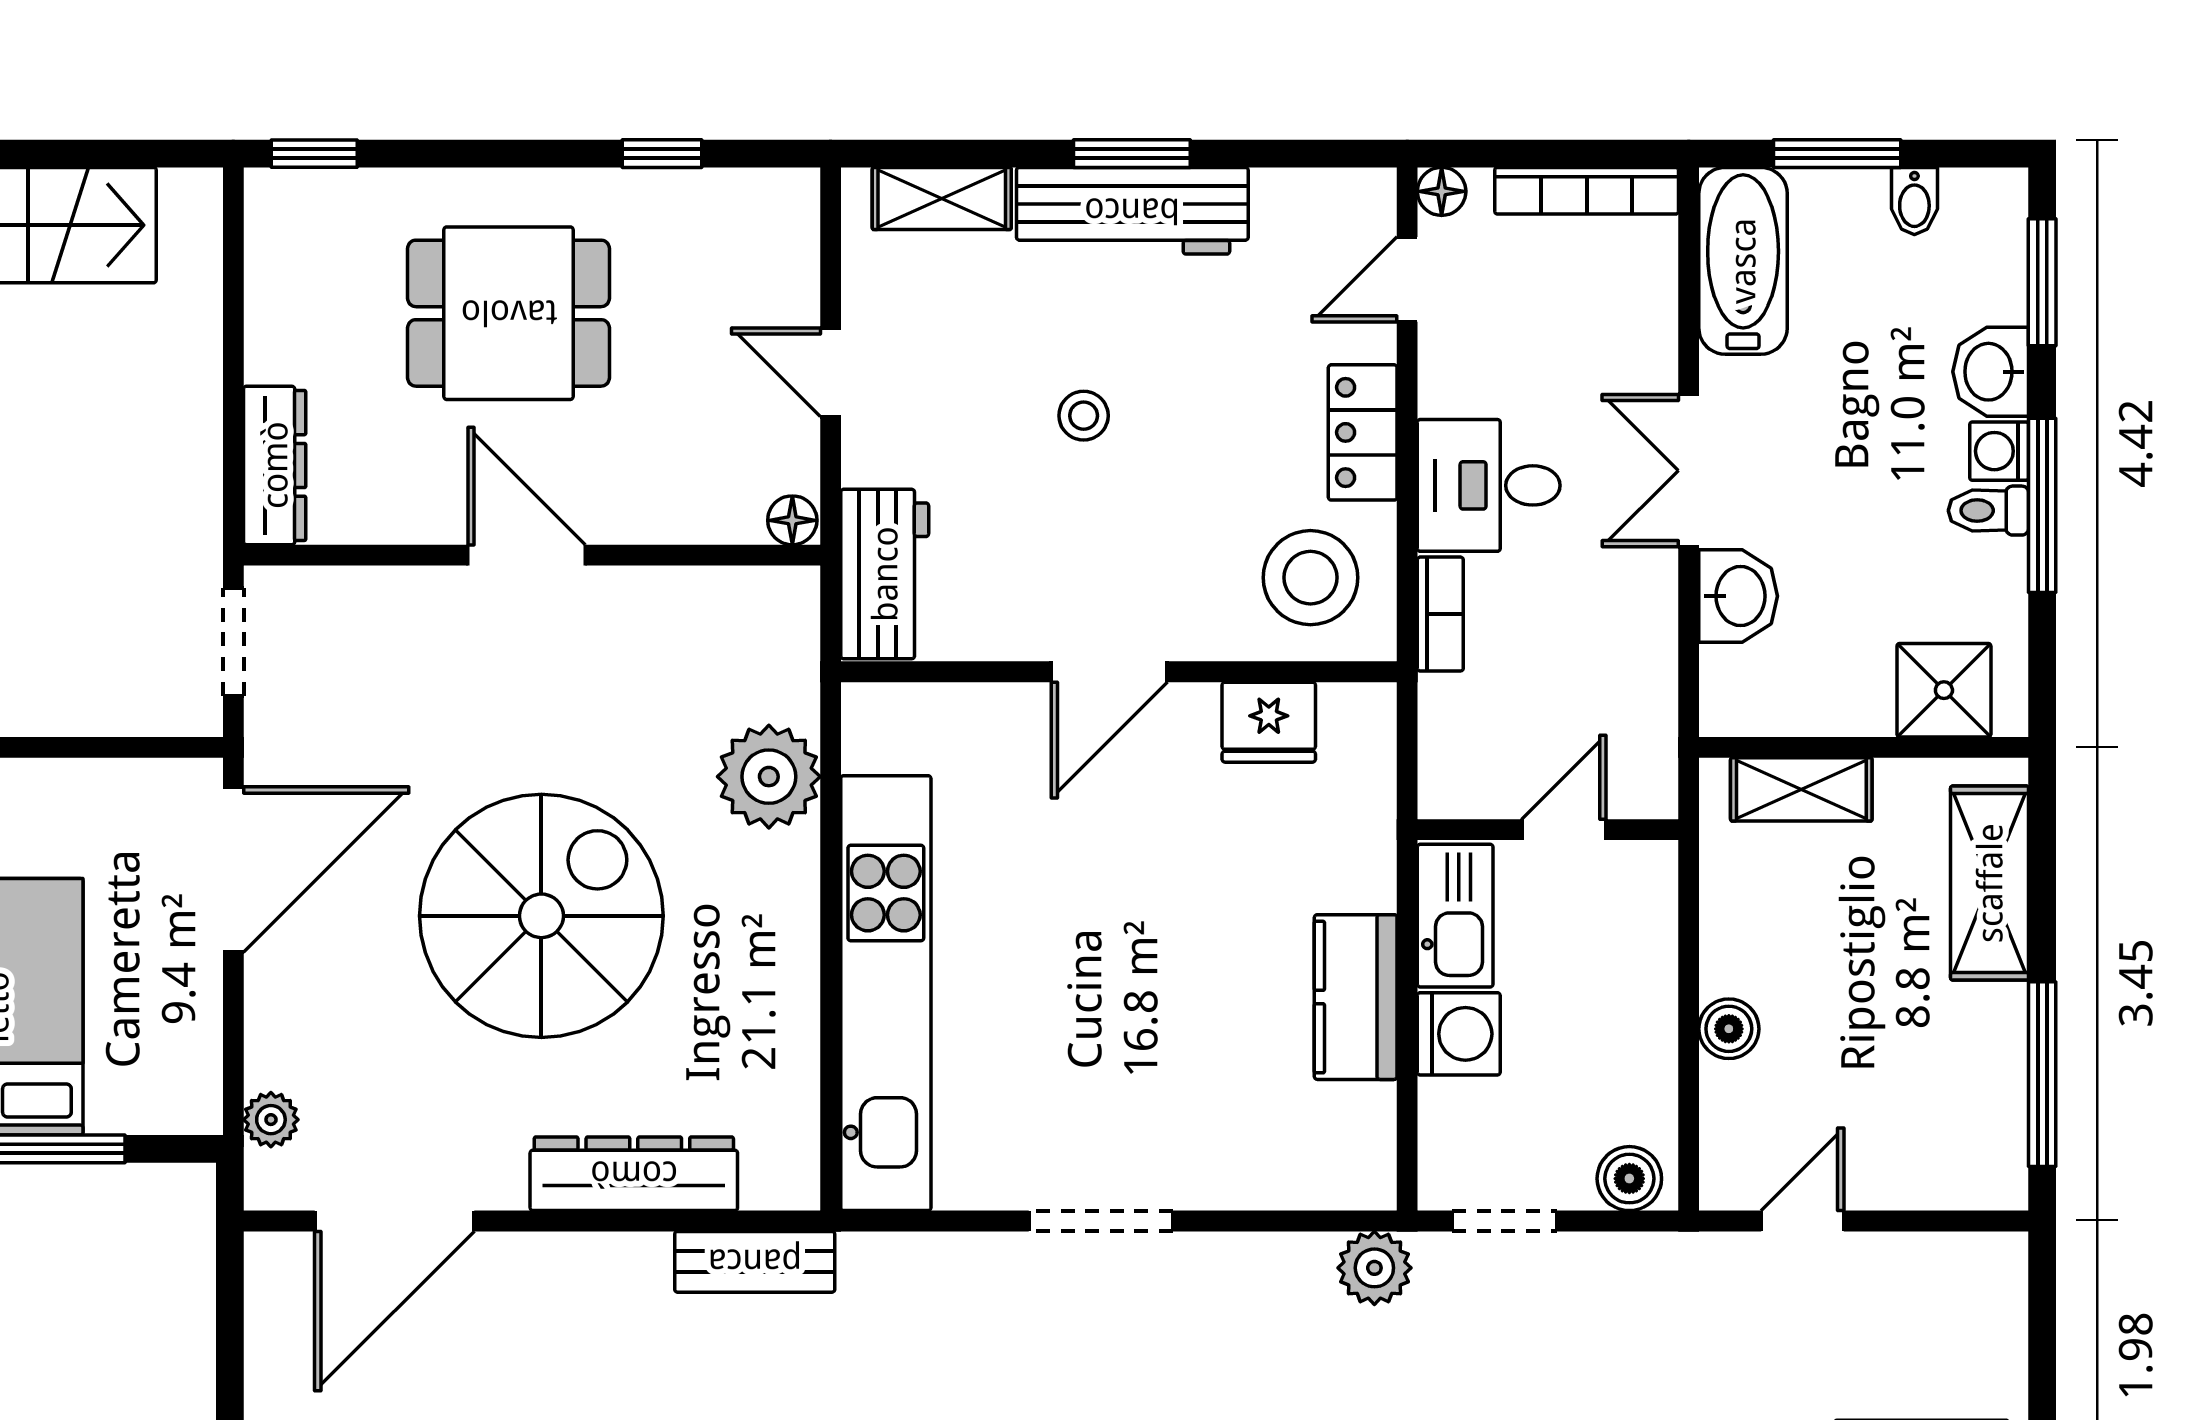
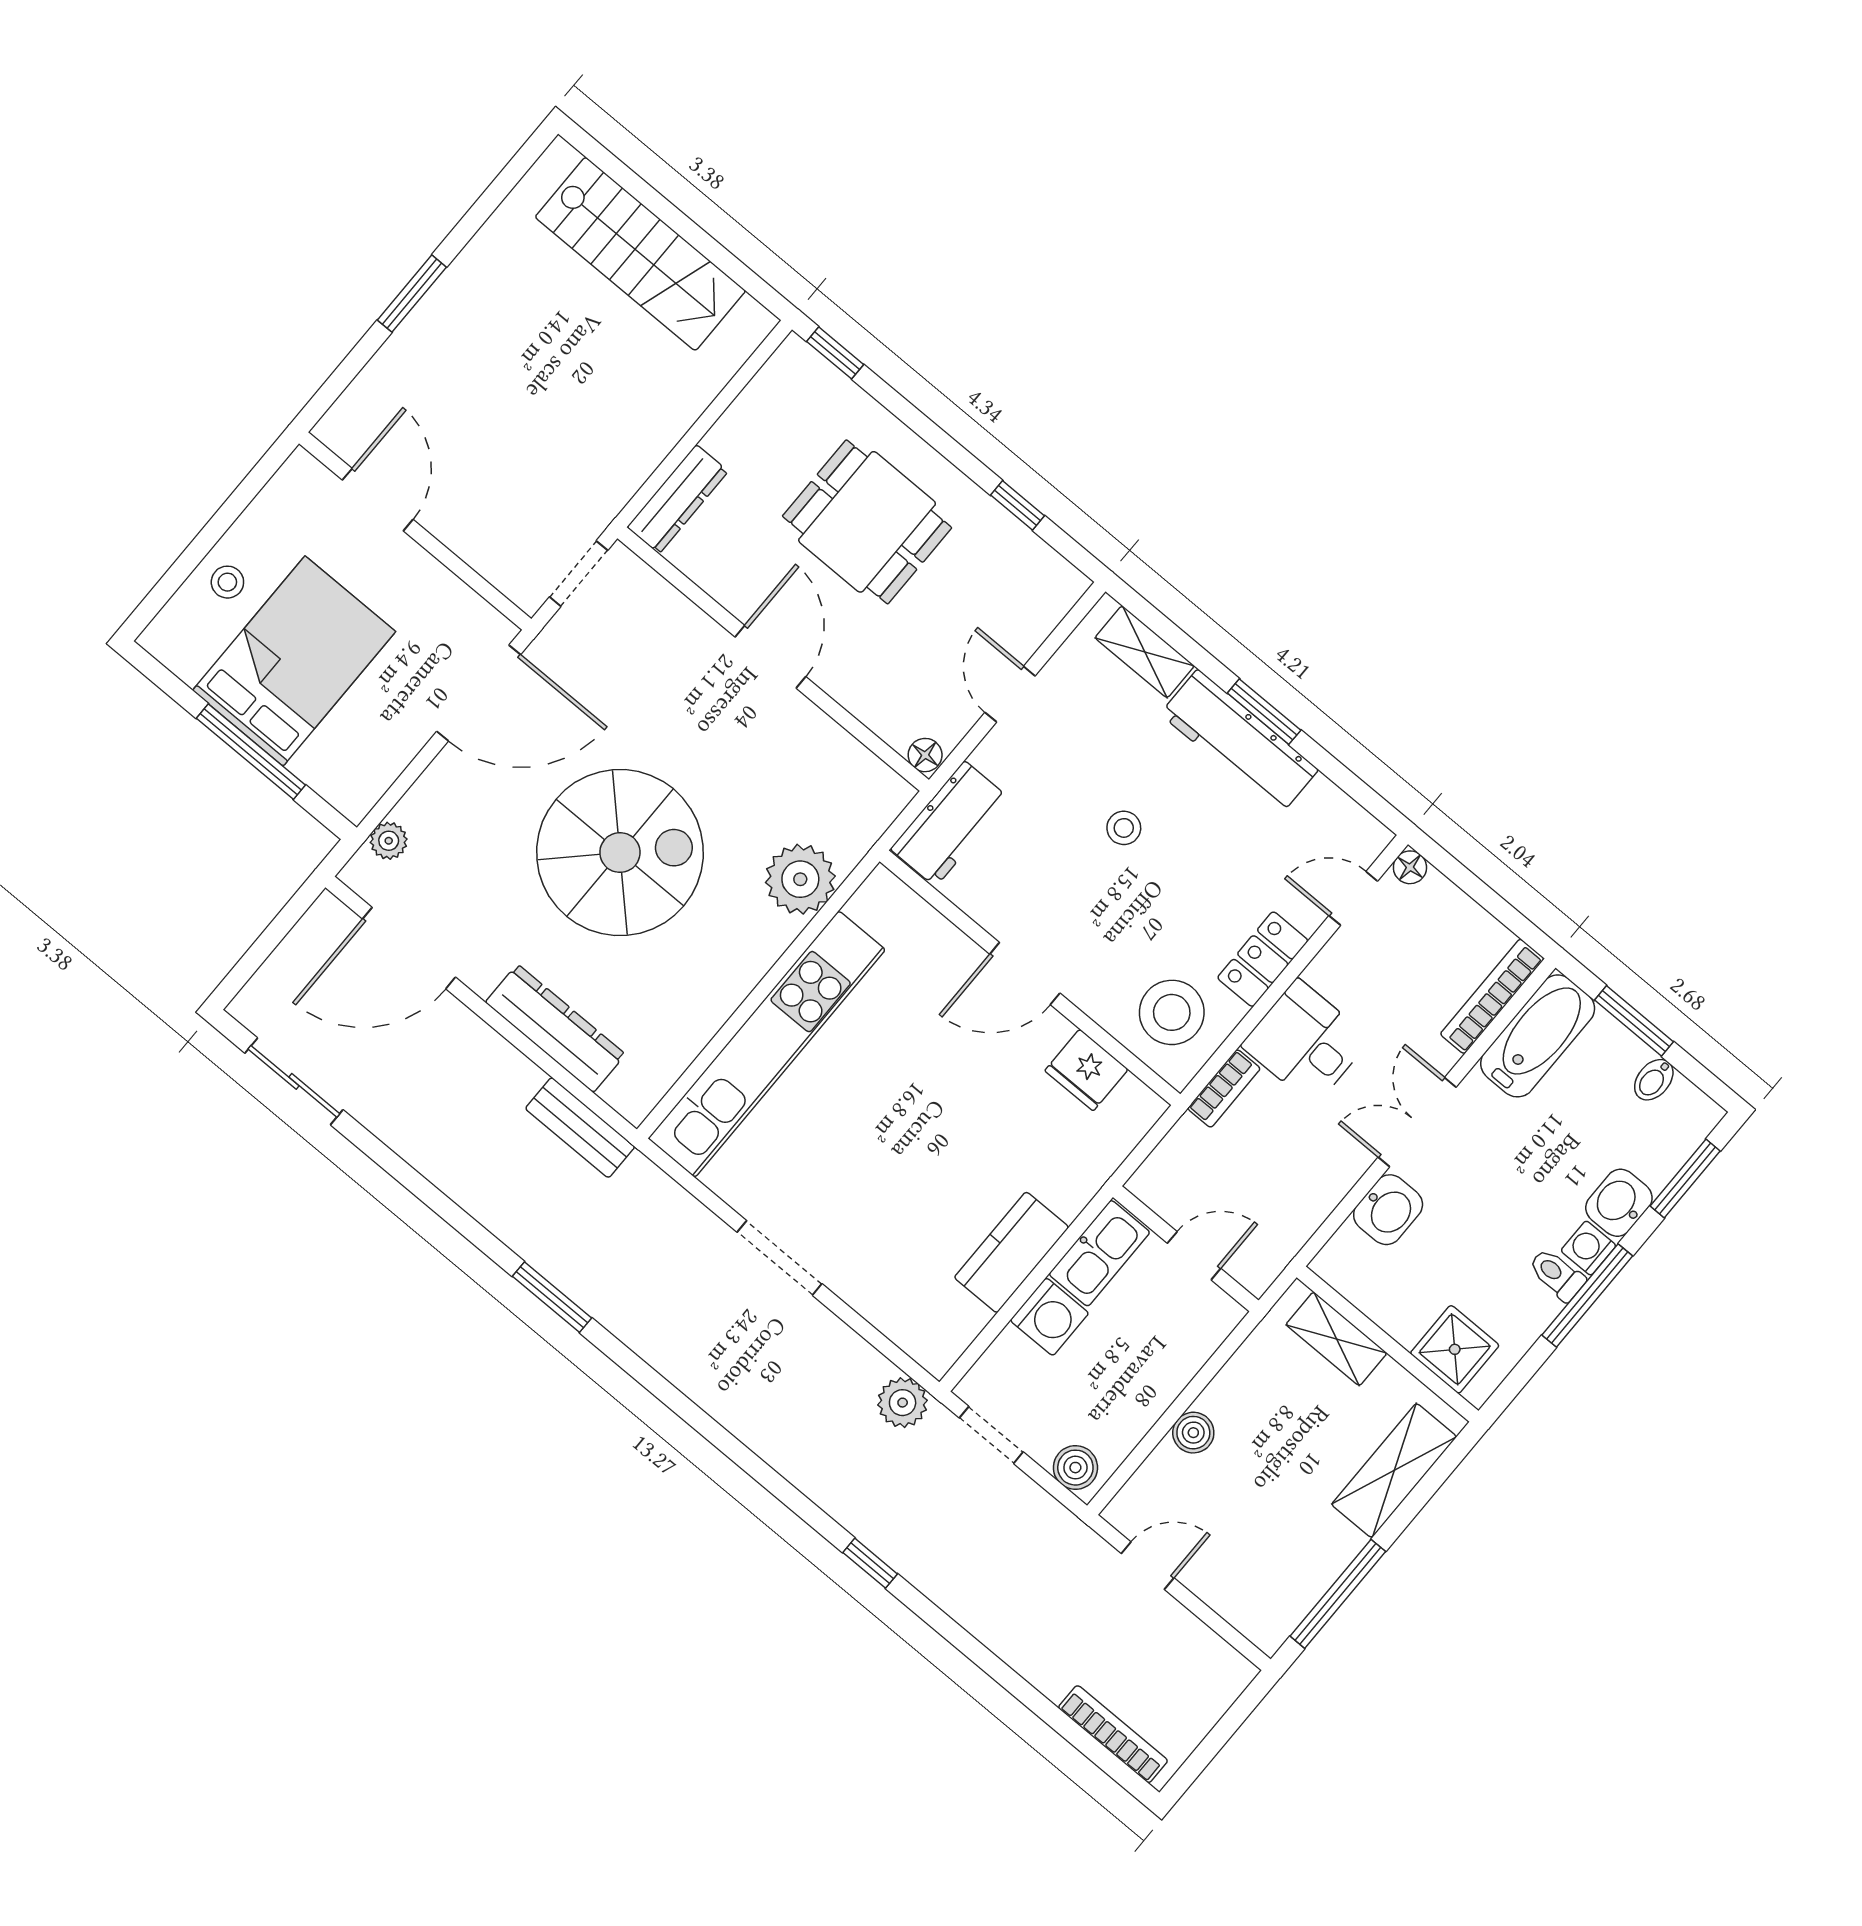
bookcase: (1587, 191) -> (1492, 996), moved, turned 90

